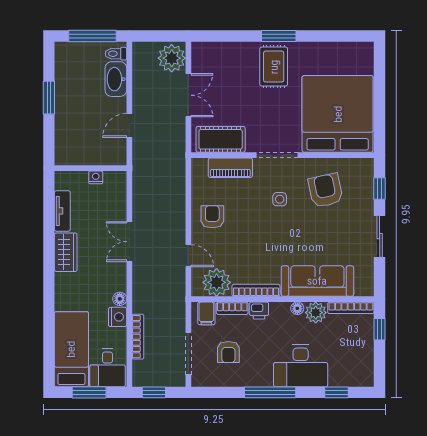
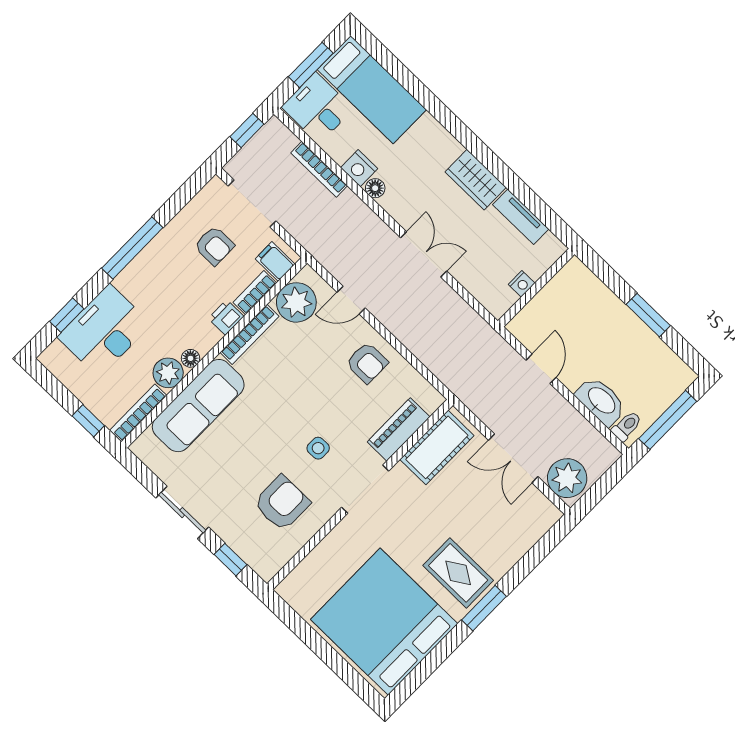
bed: (338, 114) -> (384, 622), moved, turned 180
armchair: (325, 190) -> (282, 503), turned -78
armchair: (228, 352) -> (214, 246), turned 180
desk: (301, 366) -> (104, 331), moved

